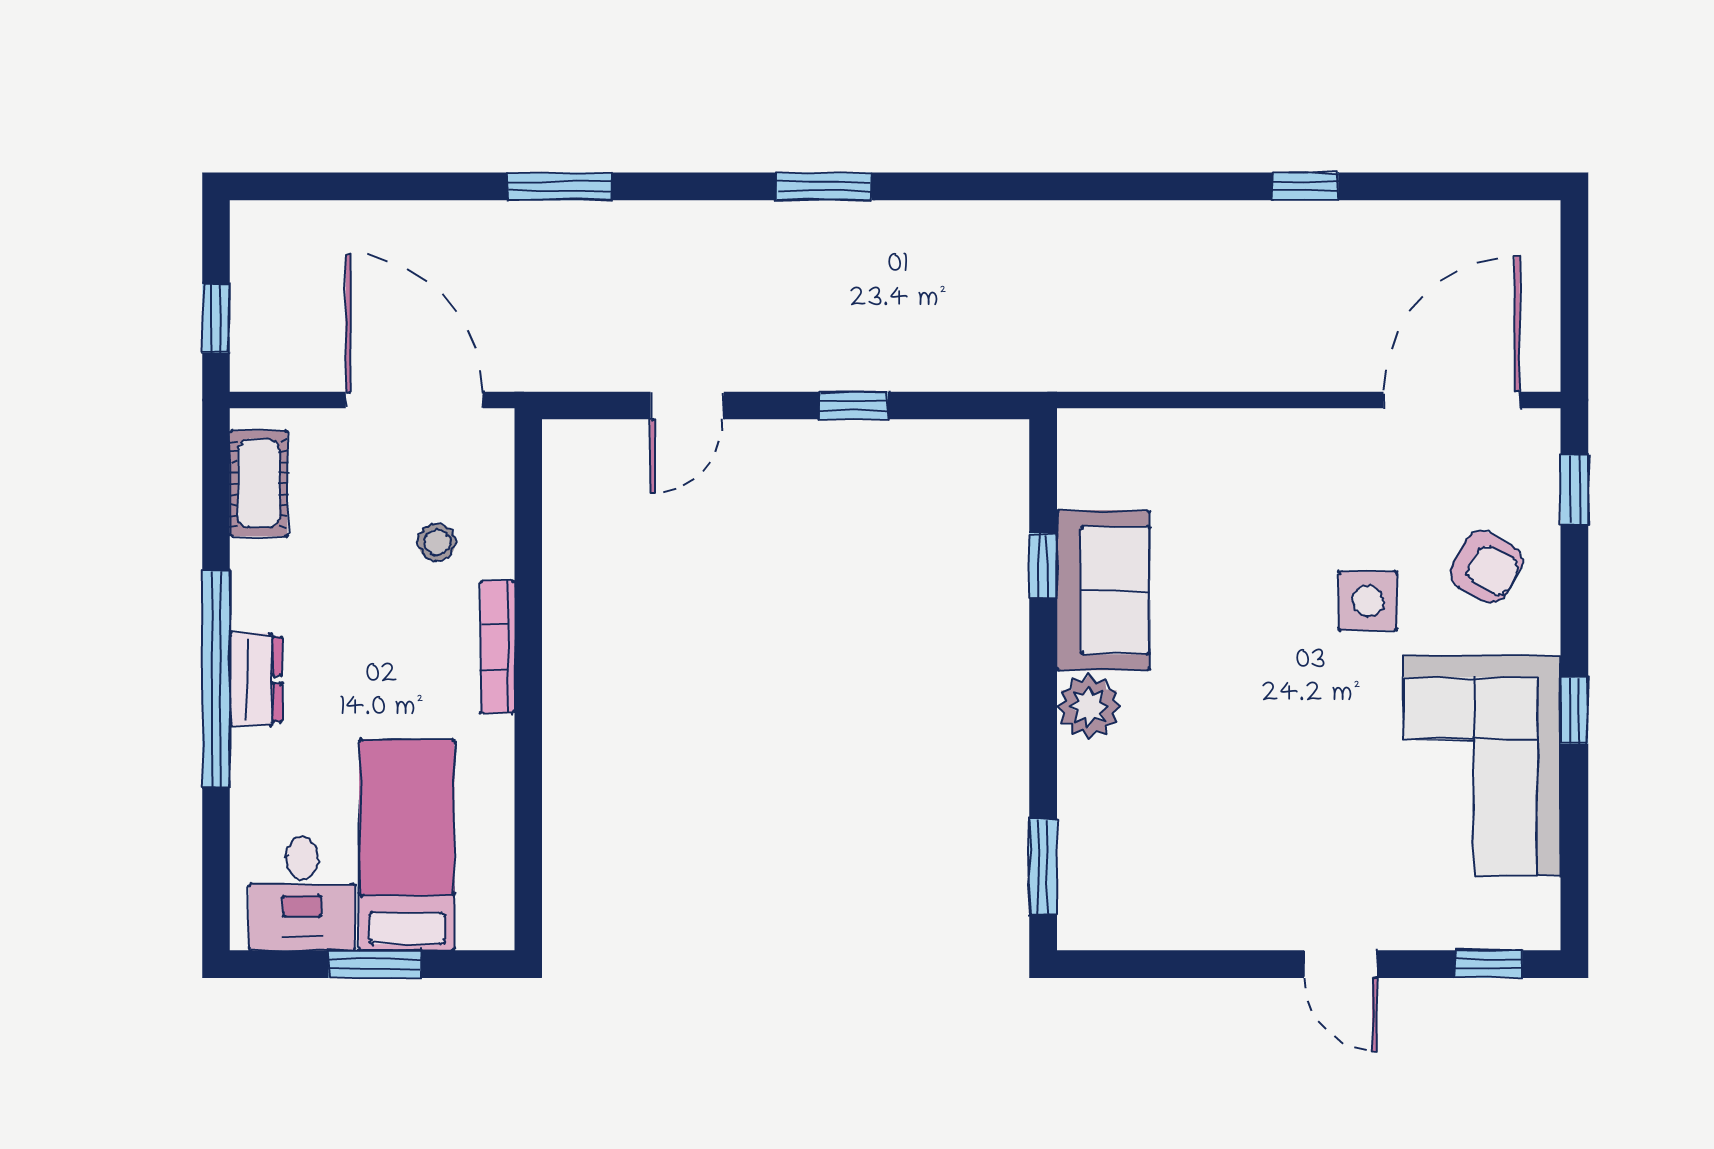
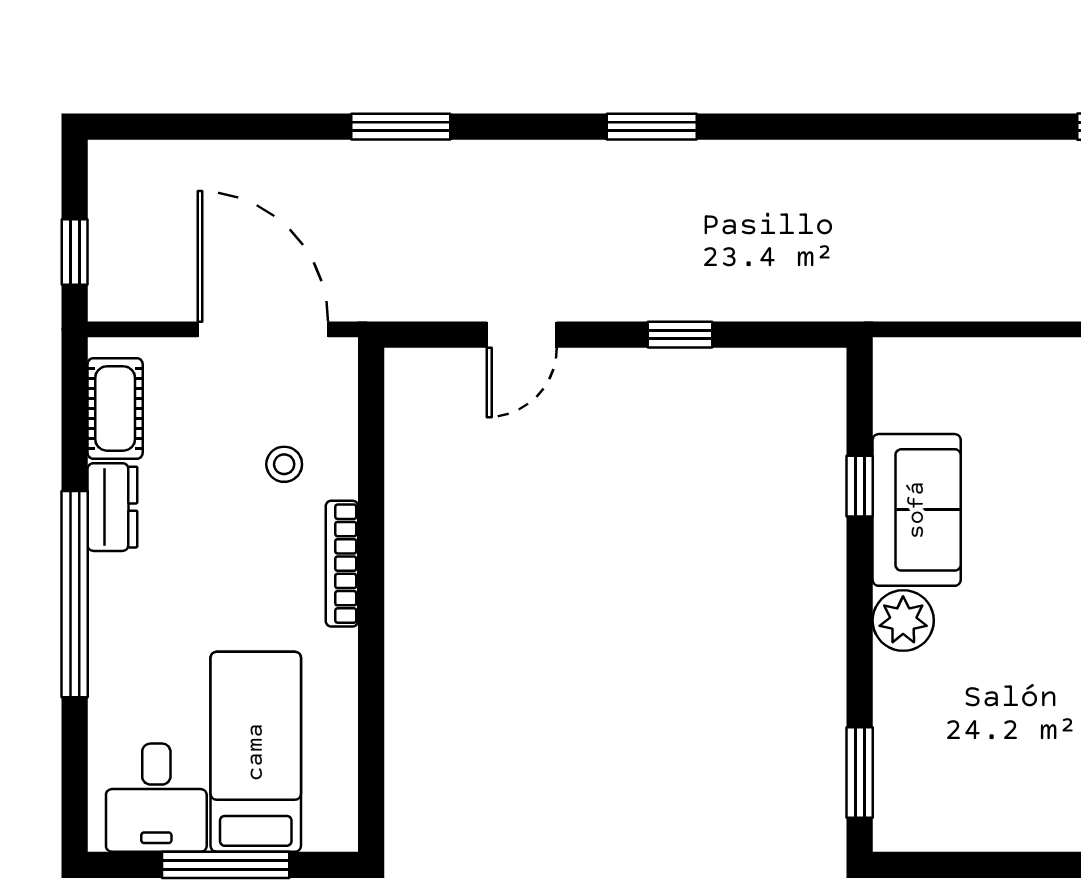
dresser: (256, 679) -> (112, 507), moved
window: (375, 964) -> (226, 865), width x1.44

